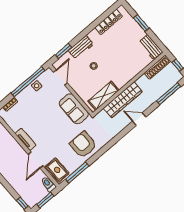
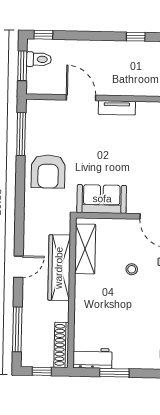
window: (141, 23) -> (114, 373), moved
armchair: (83, 145) -> (48, 171), turned 90
rug: (57, 170) -> (46, 113), removed
toilet: (48, 184) -> (39, 59), moved

